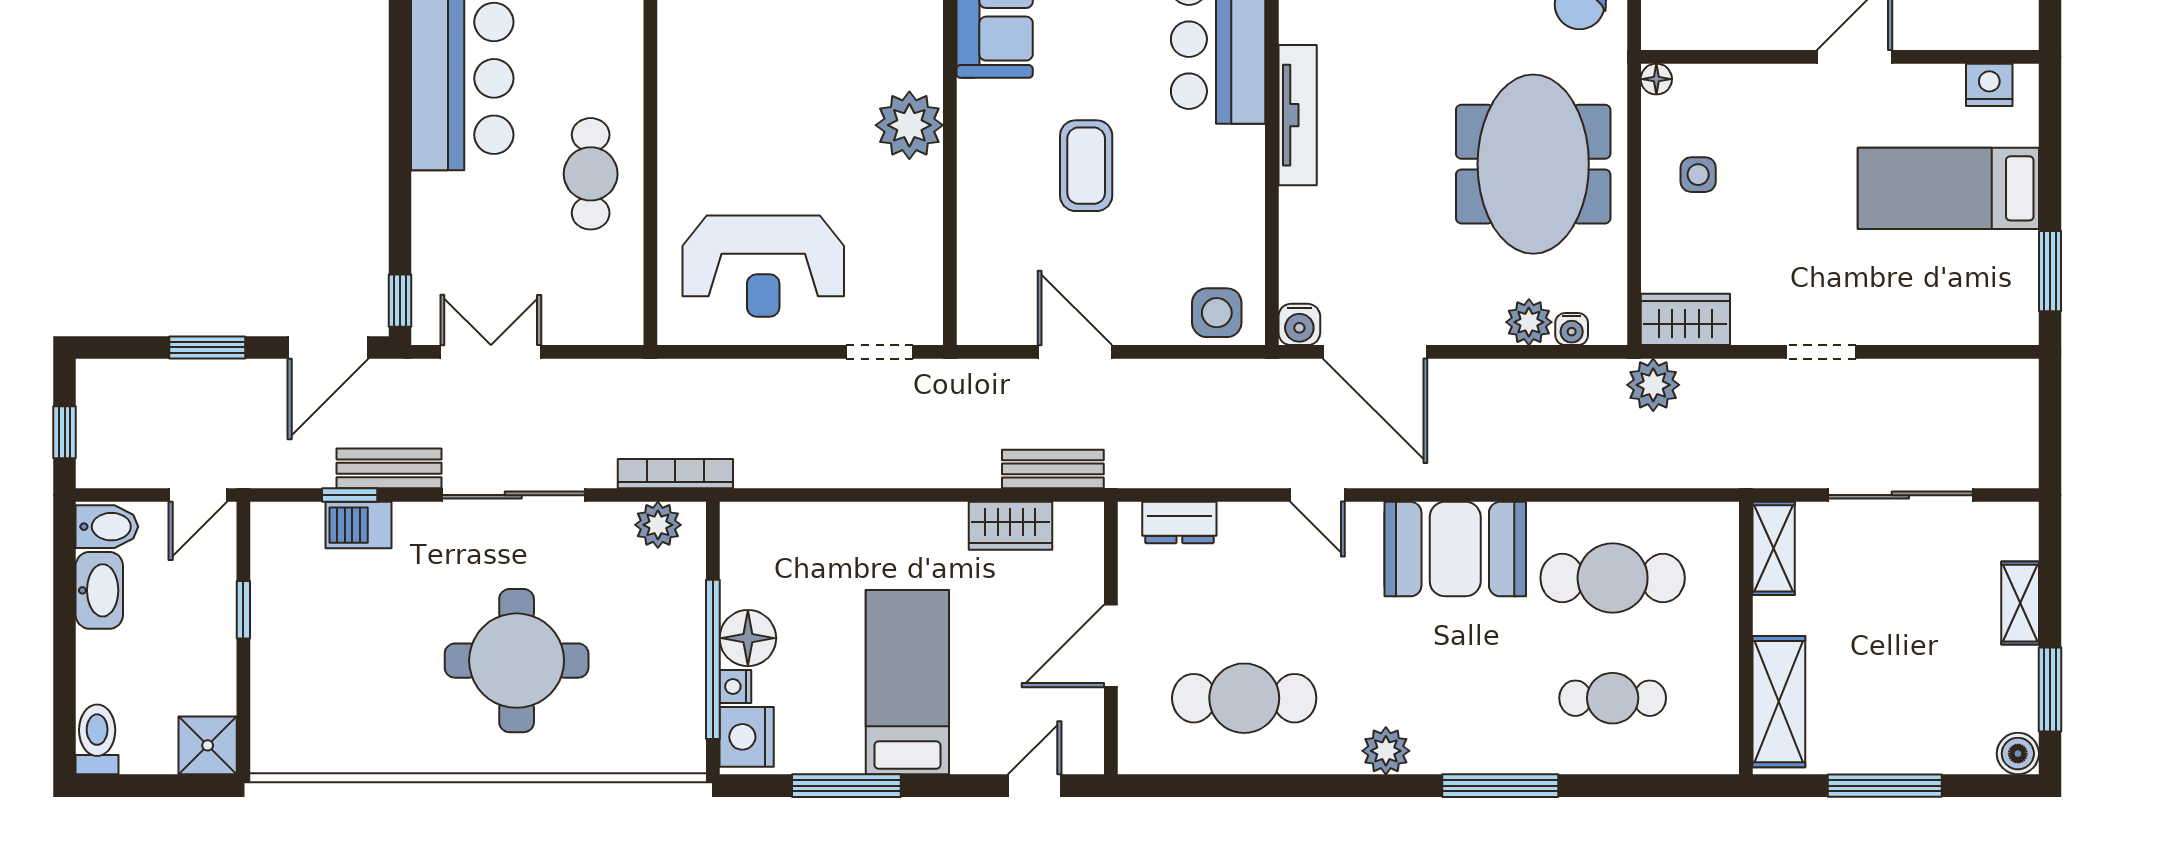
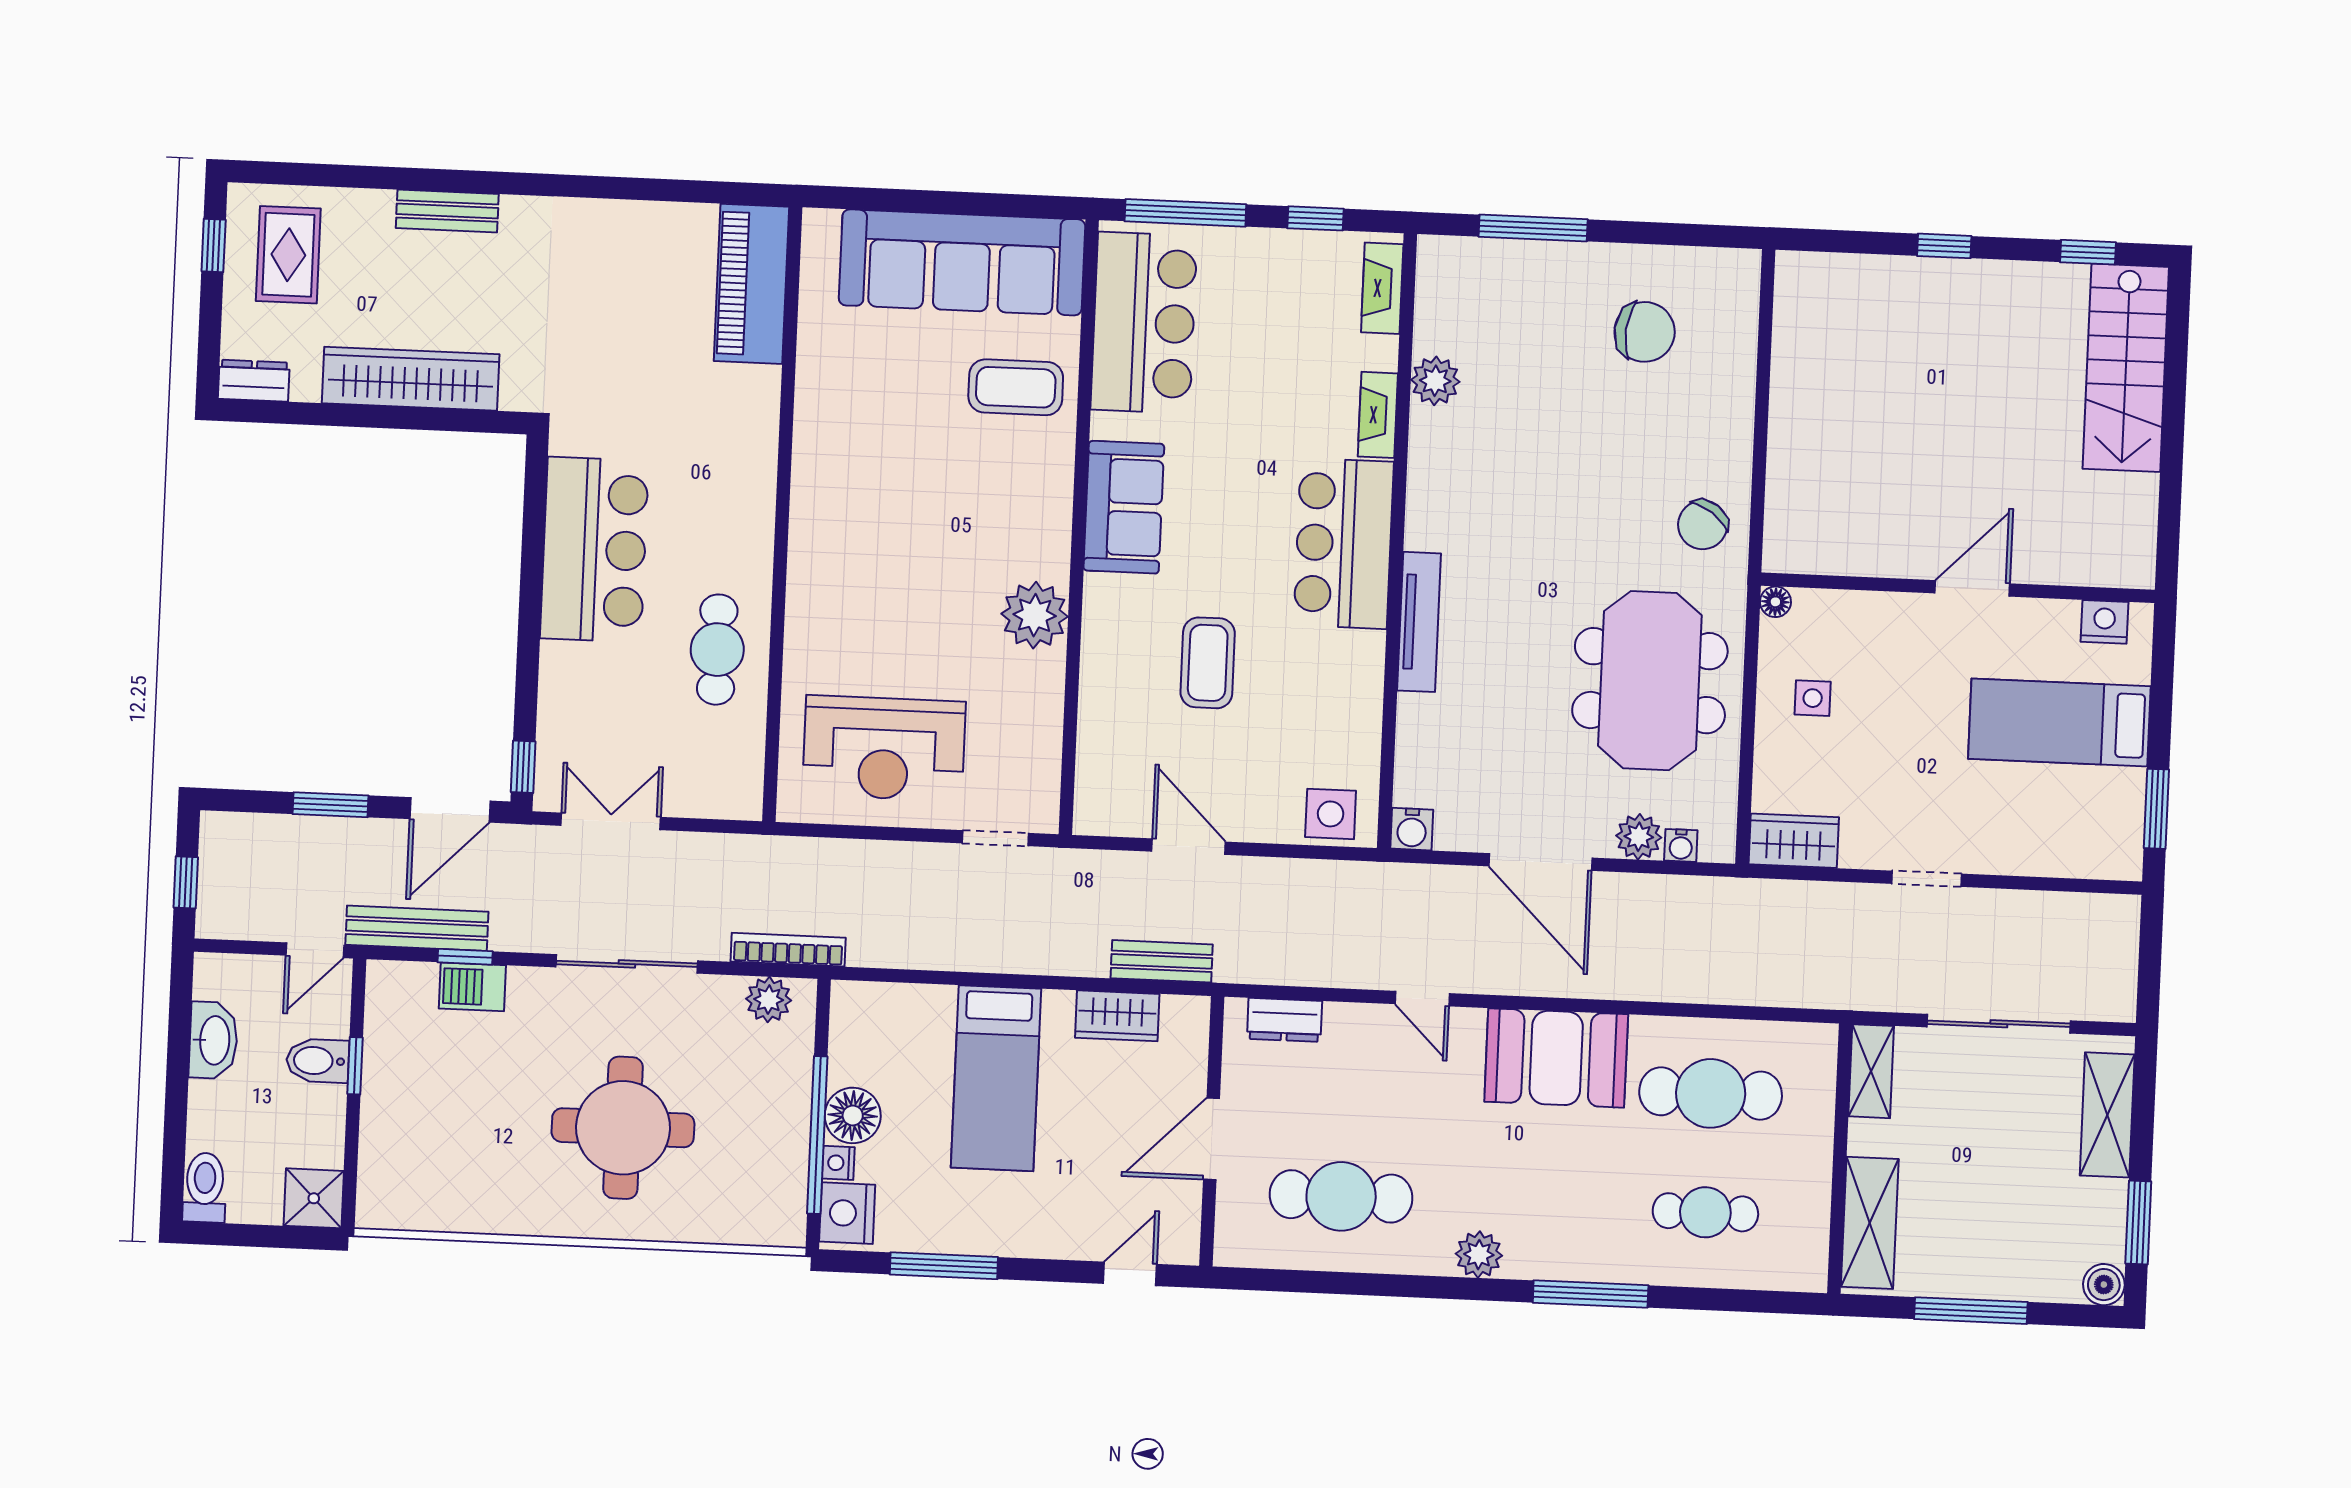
door: (1375, 352) -> (1540, 862), moved
plant: (1653, 385) -> (1759, 904), removed
bench: (389, 468) -> (417, 928), moved, width x1.36
bidet: (107, 527) -> (318, 1061), moved, turned 180
shelving: (2020, 603) -> (2107, 1115), width x1.50, depth x1.33
bed: (907, 682) -> (996, 1078), moved, turned 180

